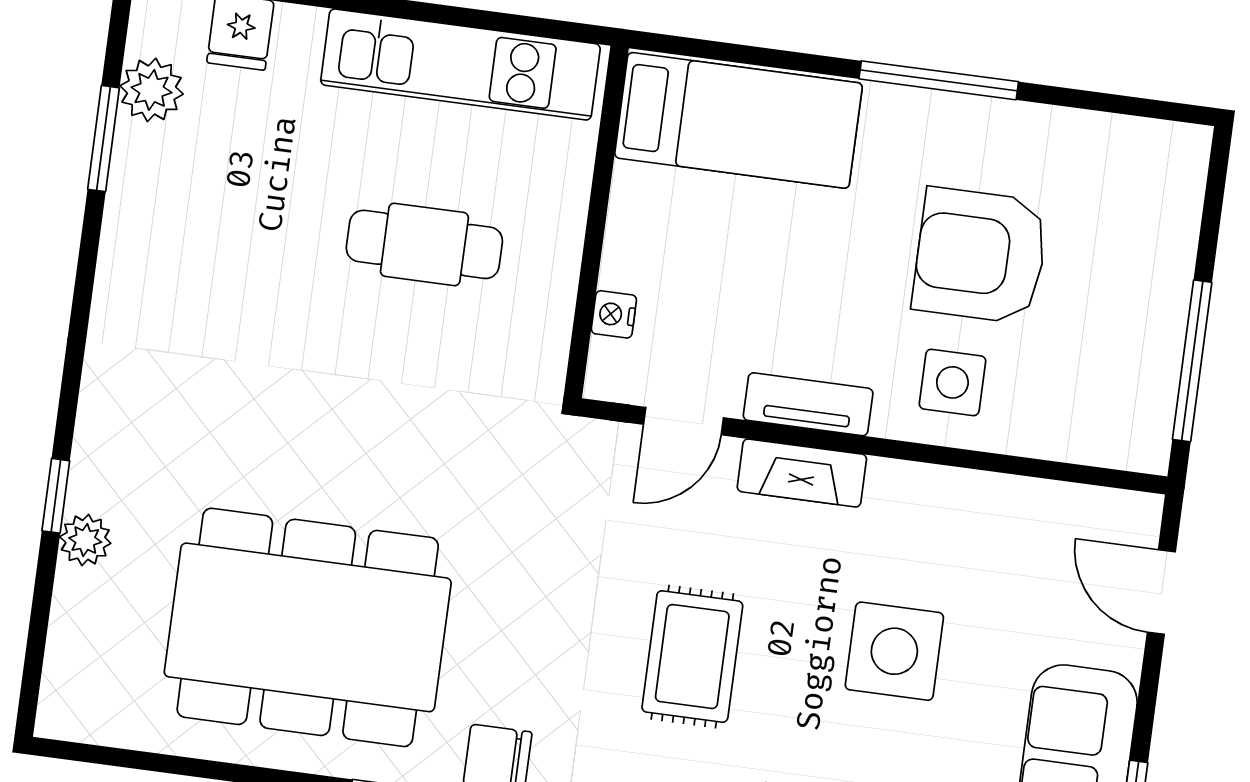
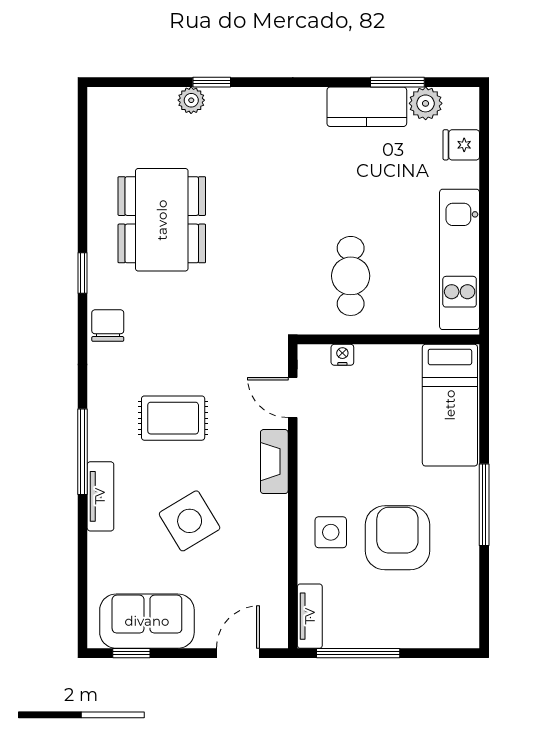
kitchen counter: (143, 204) -> (367, 107), added
cafe table: (424, 244) -> (351, 276), moved
tv unit: (808, 404) -> (310, 616), moved
dining table: (308, 627) -> (162, 220), width x0.73, depth x0.80
side table: (894, 651) -> (190, 521), turned -31

